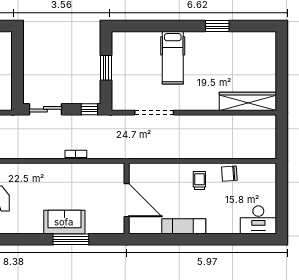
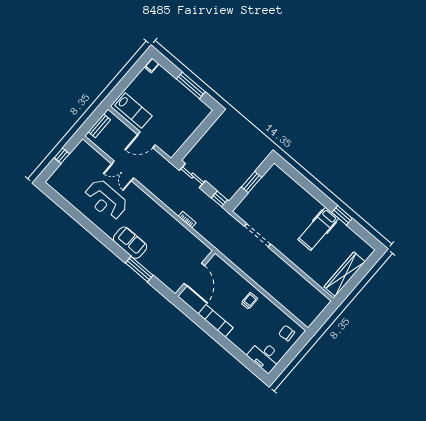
hospital bed: (173, 58) -> (318, 229), moved
wardrobe: (248, 101) -> (345, 274), moved, turned -90
chair: (229, 174) -> (287, 333), moved
sofa: (64, 222) -> (130, 243), moved

